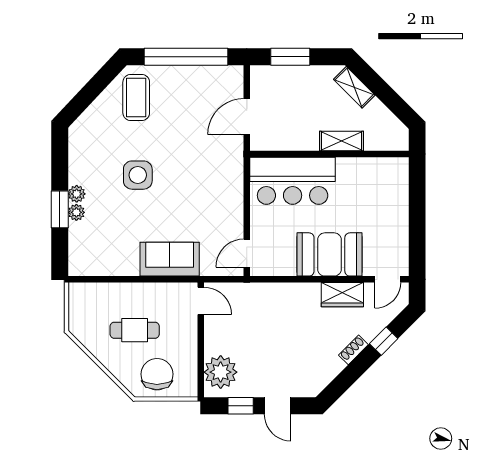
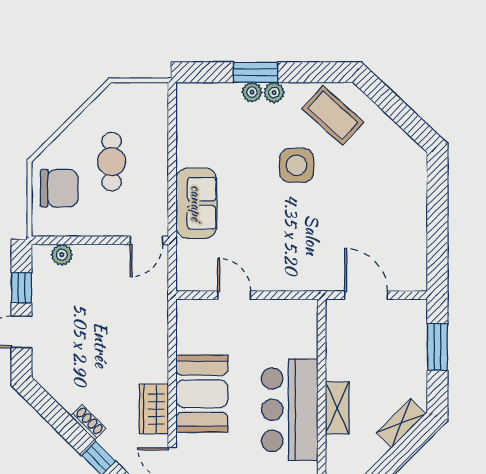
window: (186, 57) -> (437, 223), removed
coffee table: (136, 98) -> (333, 115), moved, turned 42
bar counter: (293, 181) -> (290, 410), moved
door: (247, 253) -> (234, 295), moved
plant: (221, 372) -> (62, 255), width x0.53, depth x0.53

